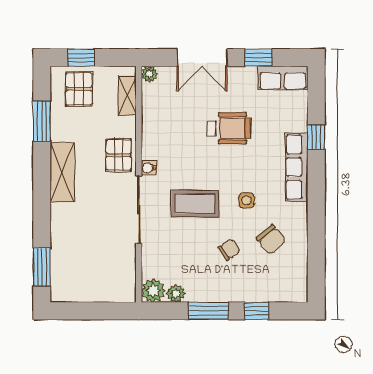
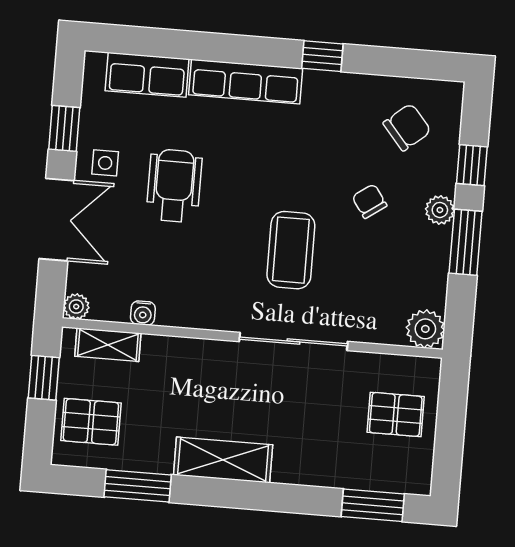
window: (81, 58) -> (44, 378), moved
row of seats: (283, 78) -> (147, 75), moved, turned 90
window: (316, 137) -> (322, 56), moved
pallet: (119, 155) -> (396, 414), moved
water cooler: (149, 168) -> (143, 313), moved
side table: (246, 200) -> (105, 163), moved
chair: (271, 240) -> (407, 127), moved
plant: (176, 293) -> (440, 210), moved

